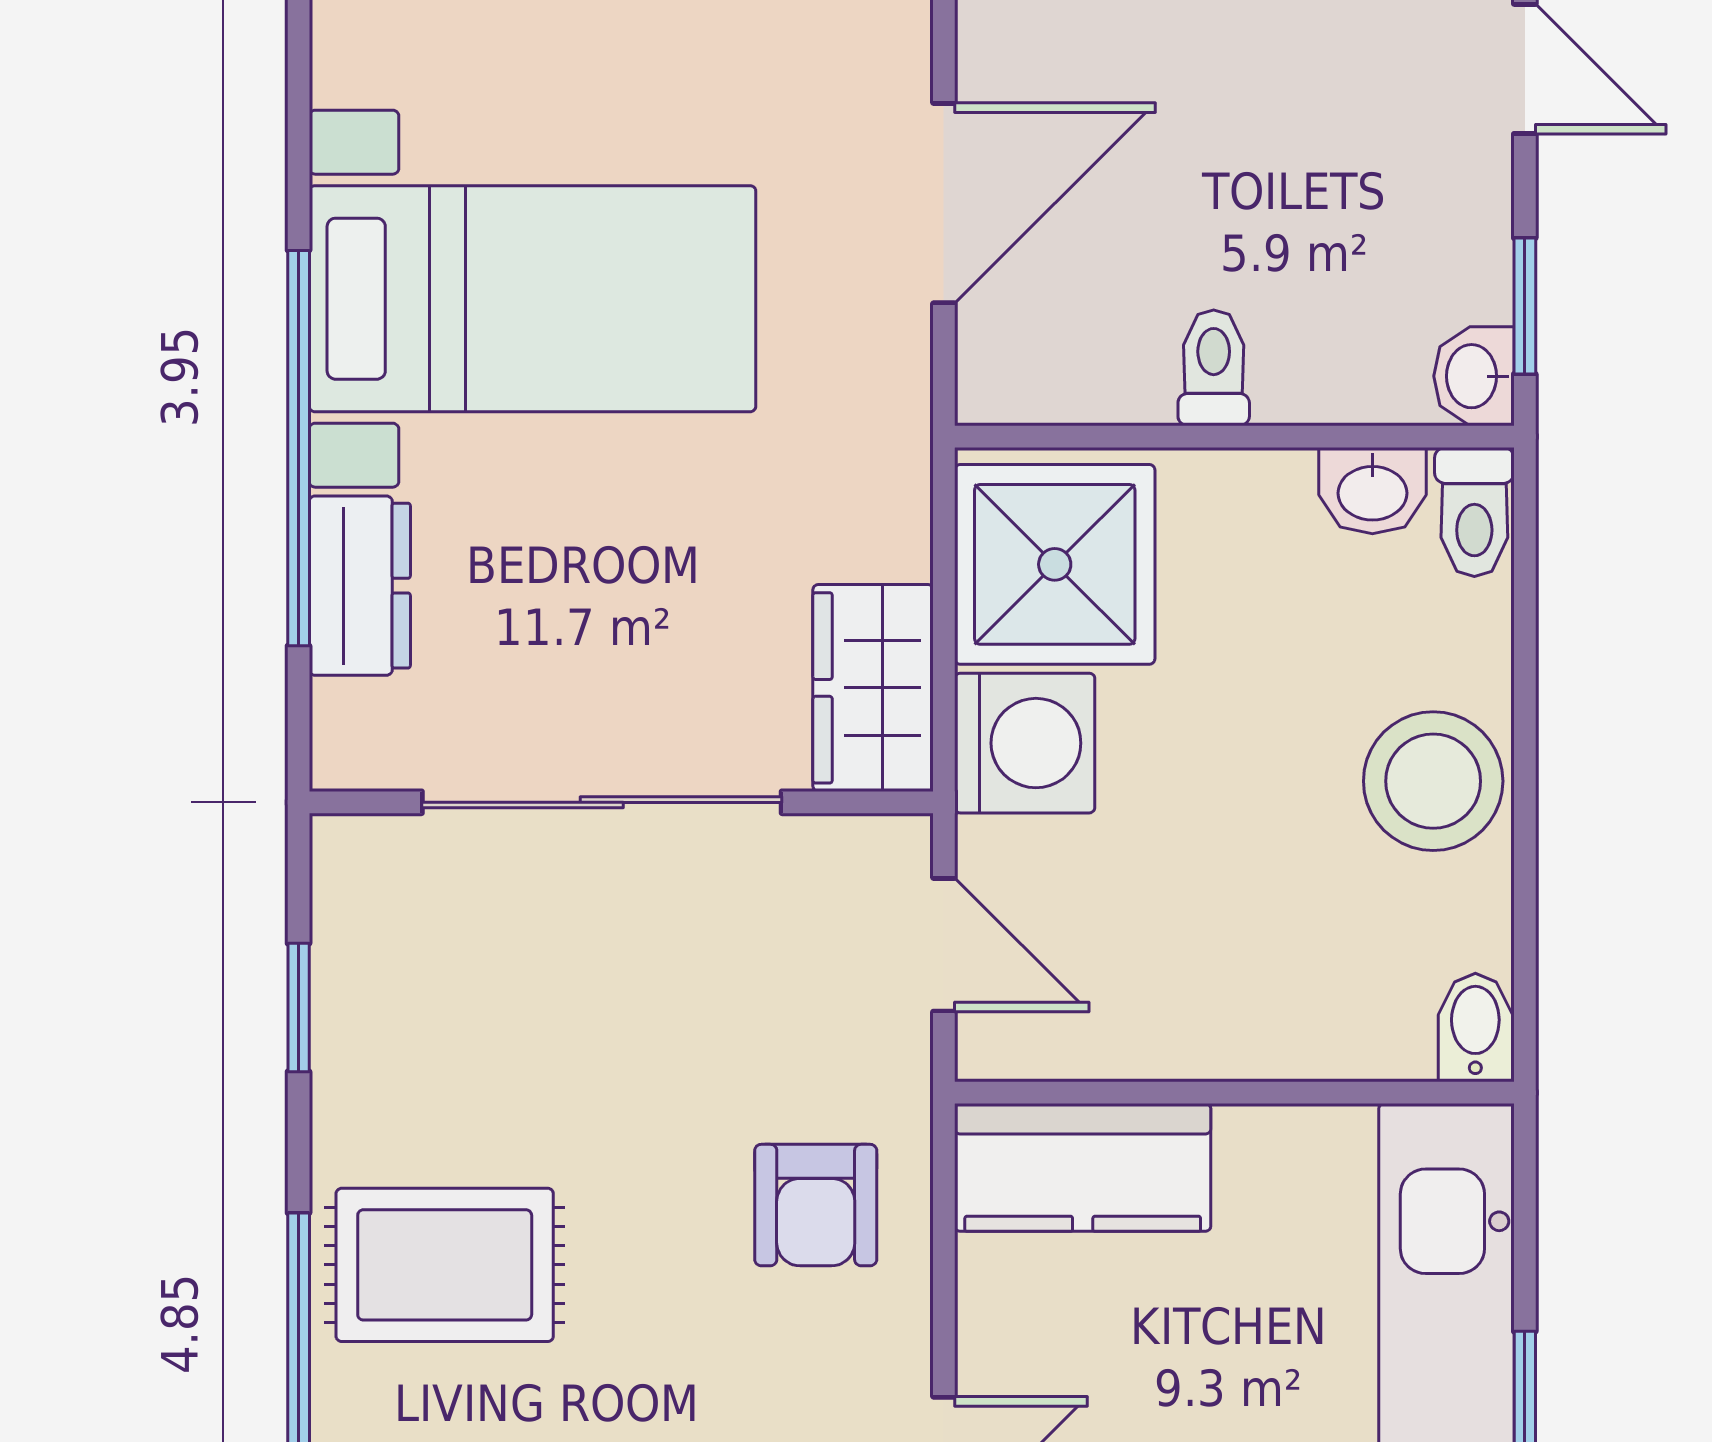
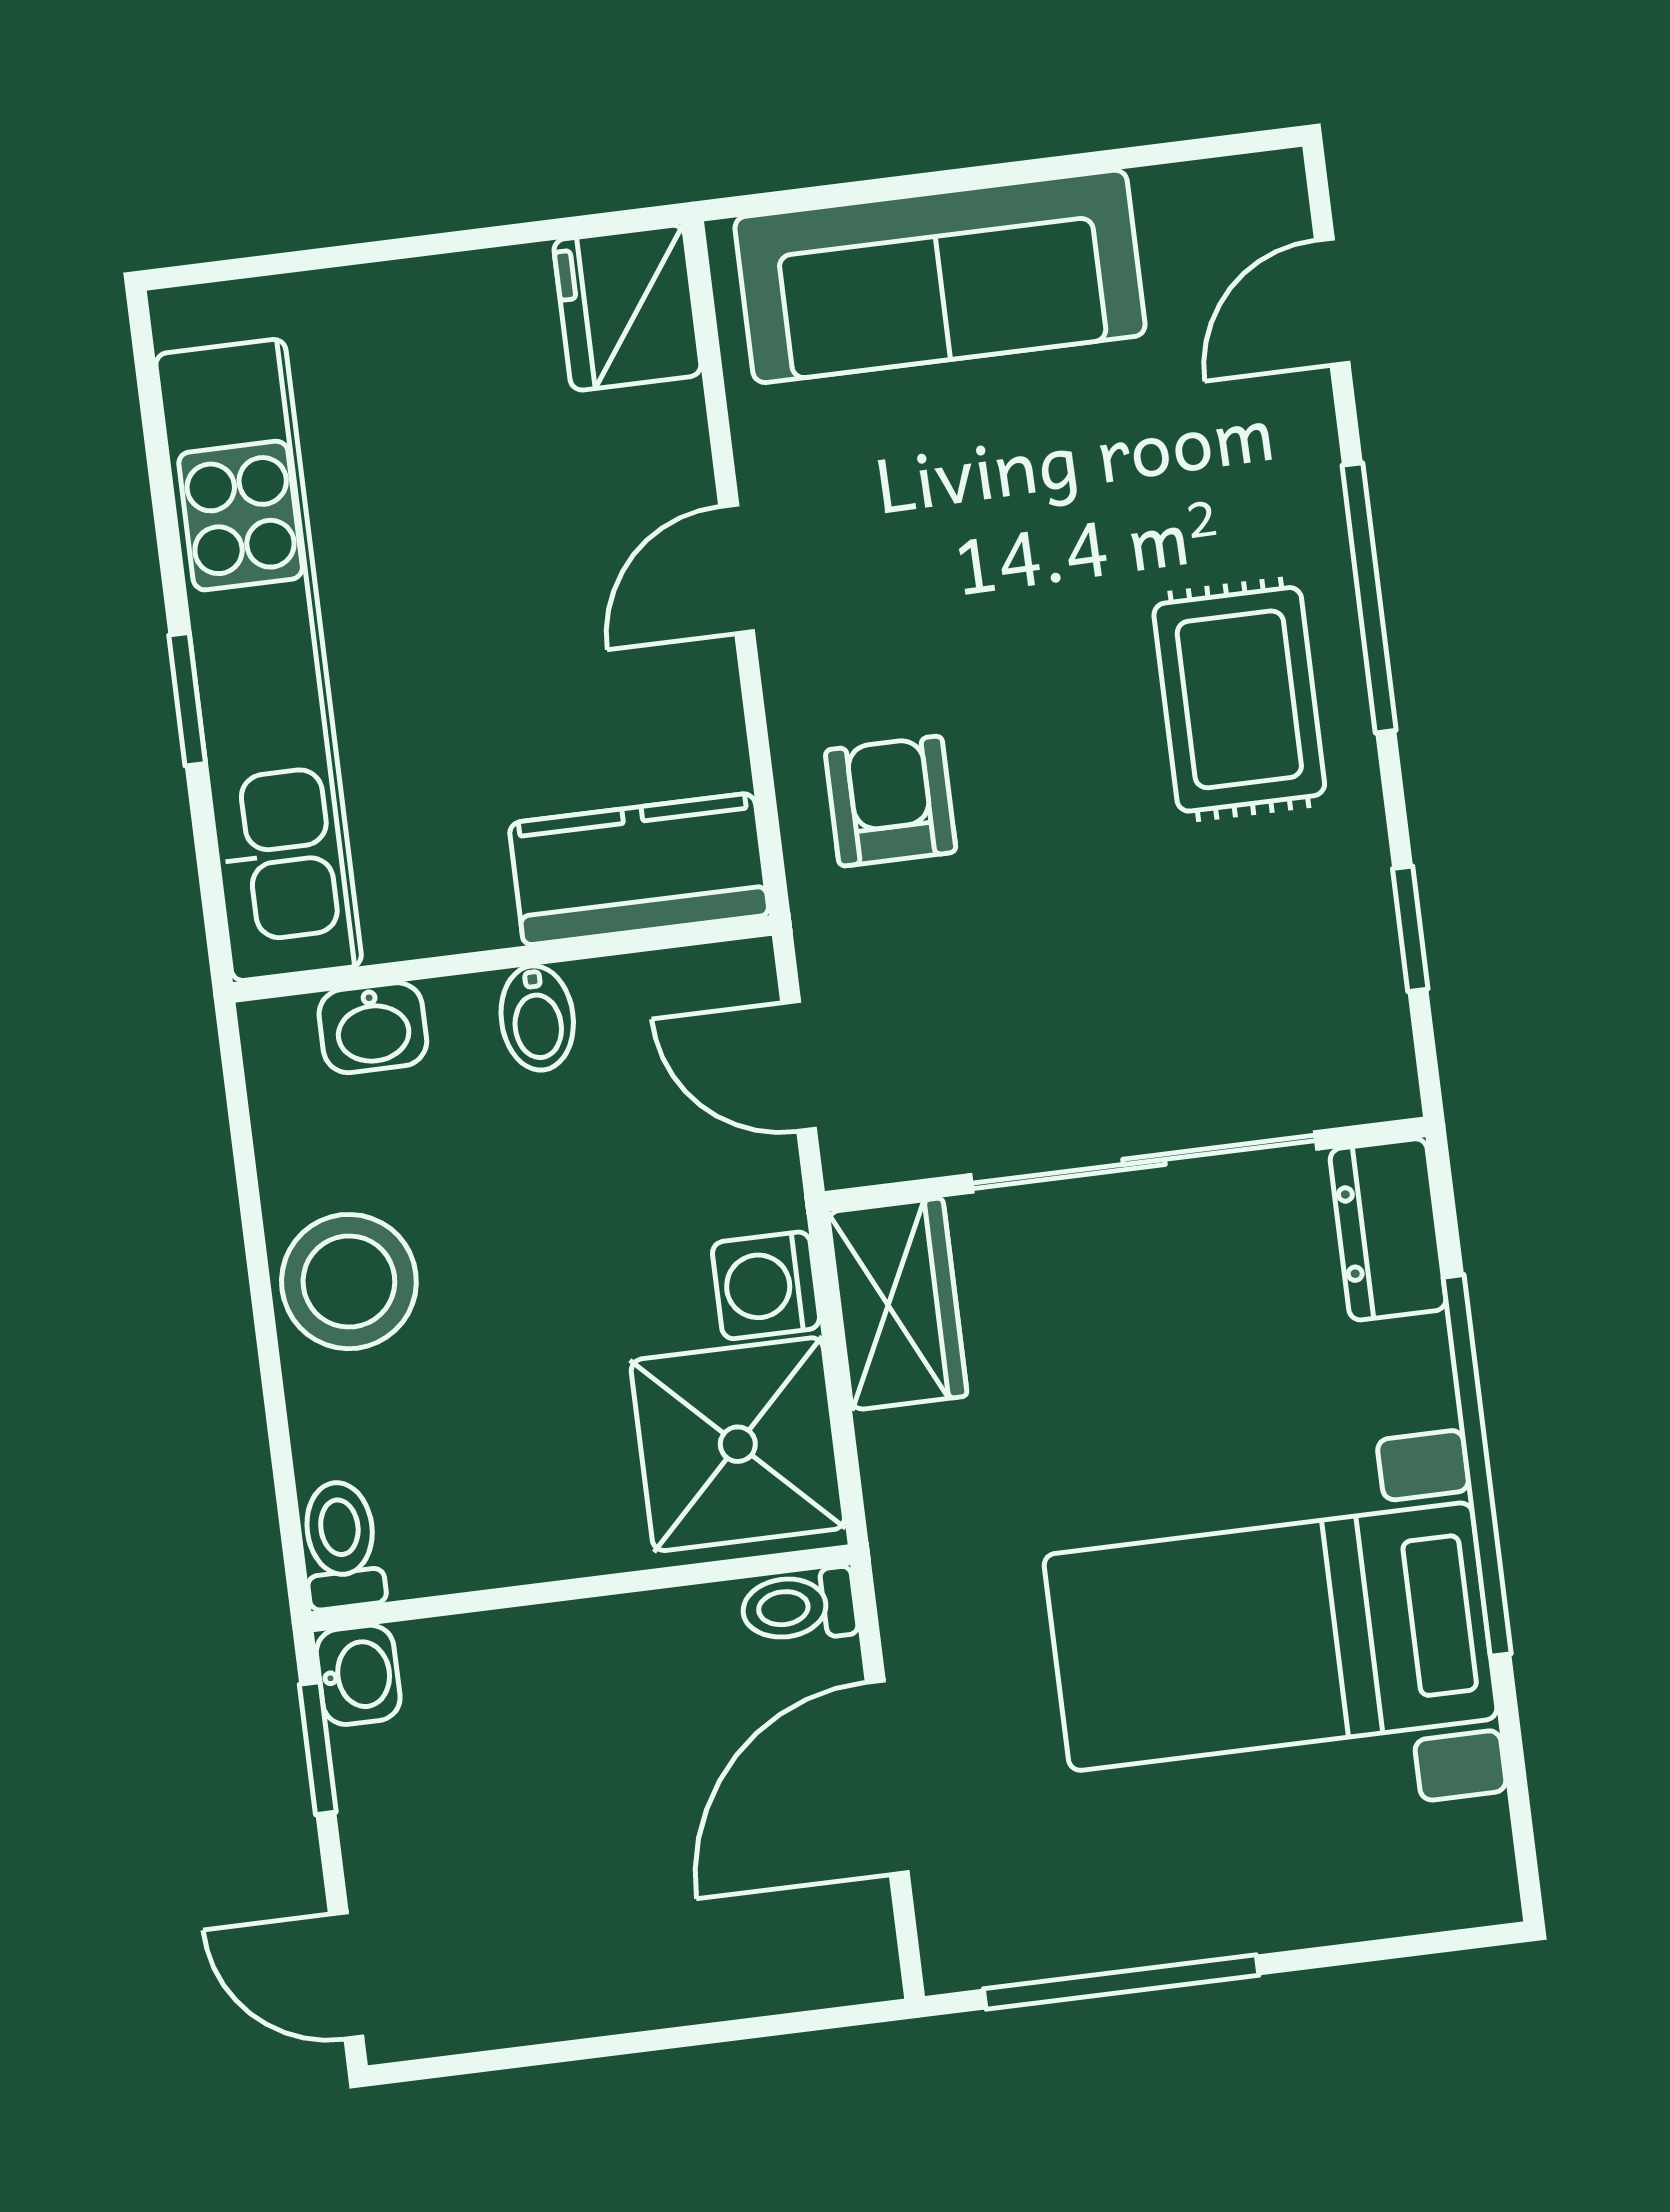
toilet: (1214, 368) -> (799, 1606), moved, turned 90
washbasin: (1372, 491) -> (373, 1028), moved, turned 180
dresser: (360, 586) -> (1388, 1229), moved
washing machine: (1025, 743) -> (766, 1285), width x0.73, depth x0.73
bidet: (1475, 1028) -> (537, 1018), moved
rug: (445, 1265) -> (1239, 699), turned 90

